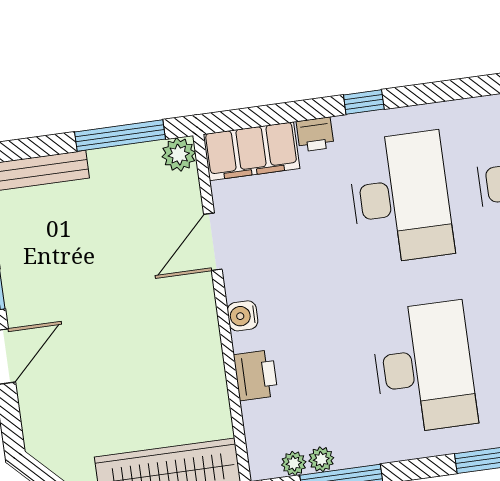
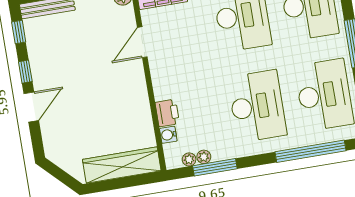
water cooler: (243, 316) -> (168, 135), moved

